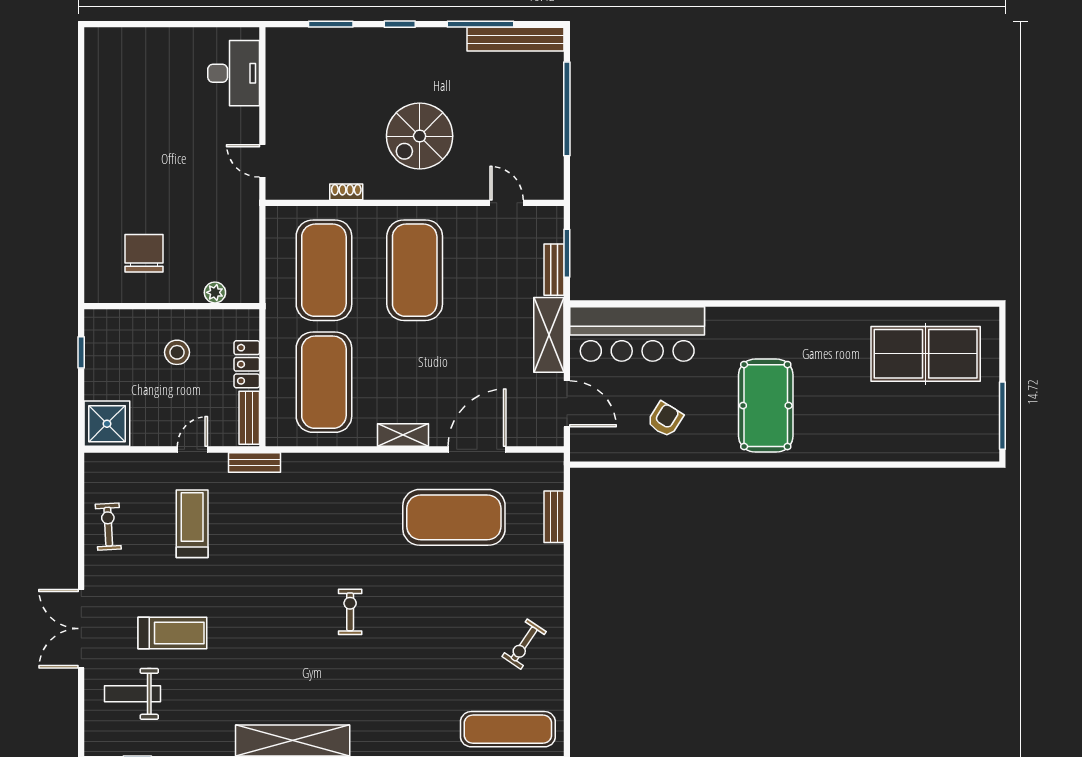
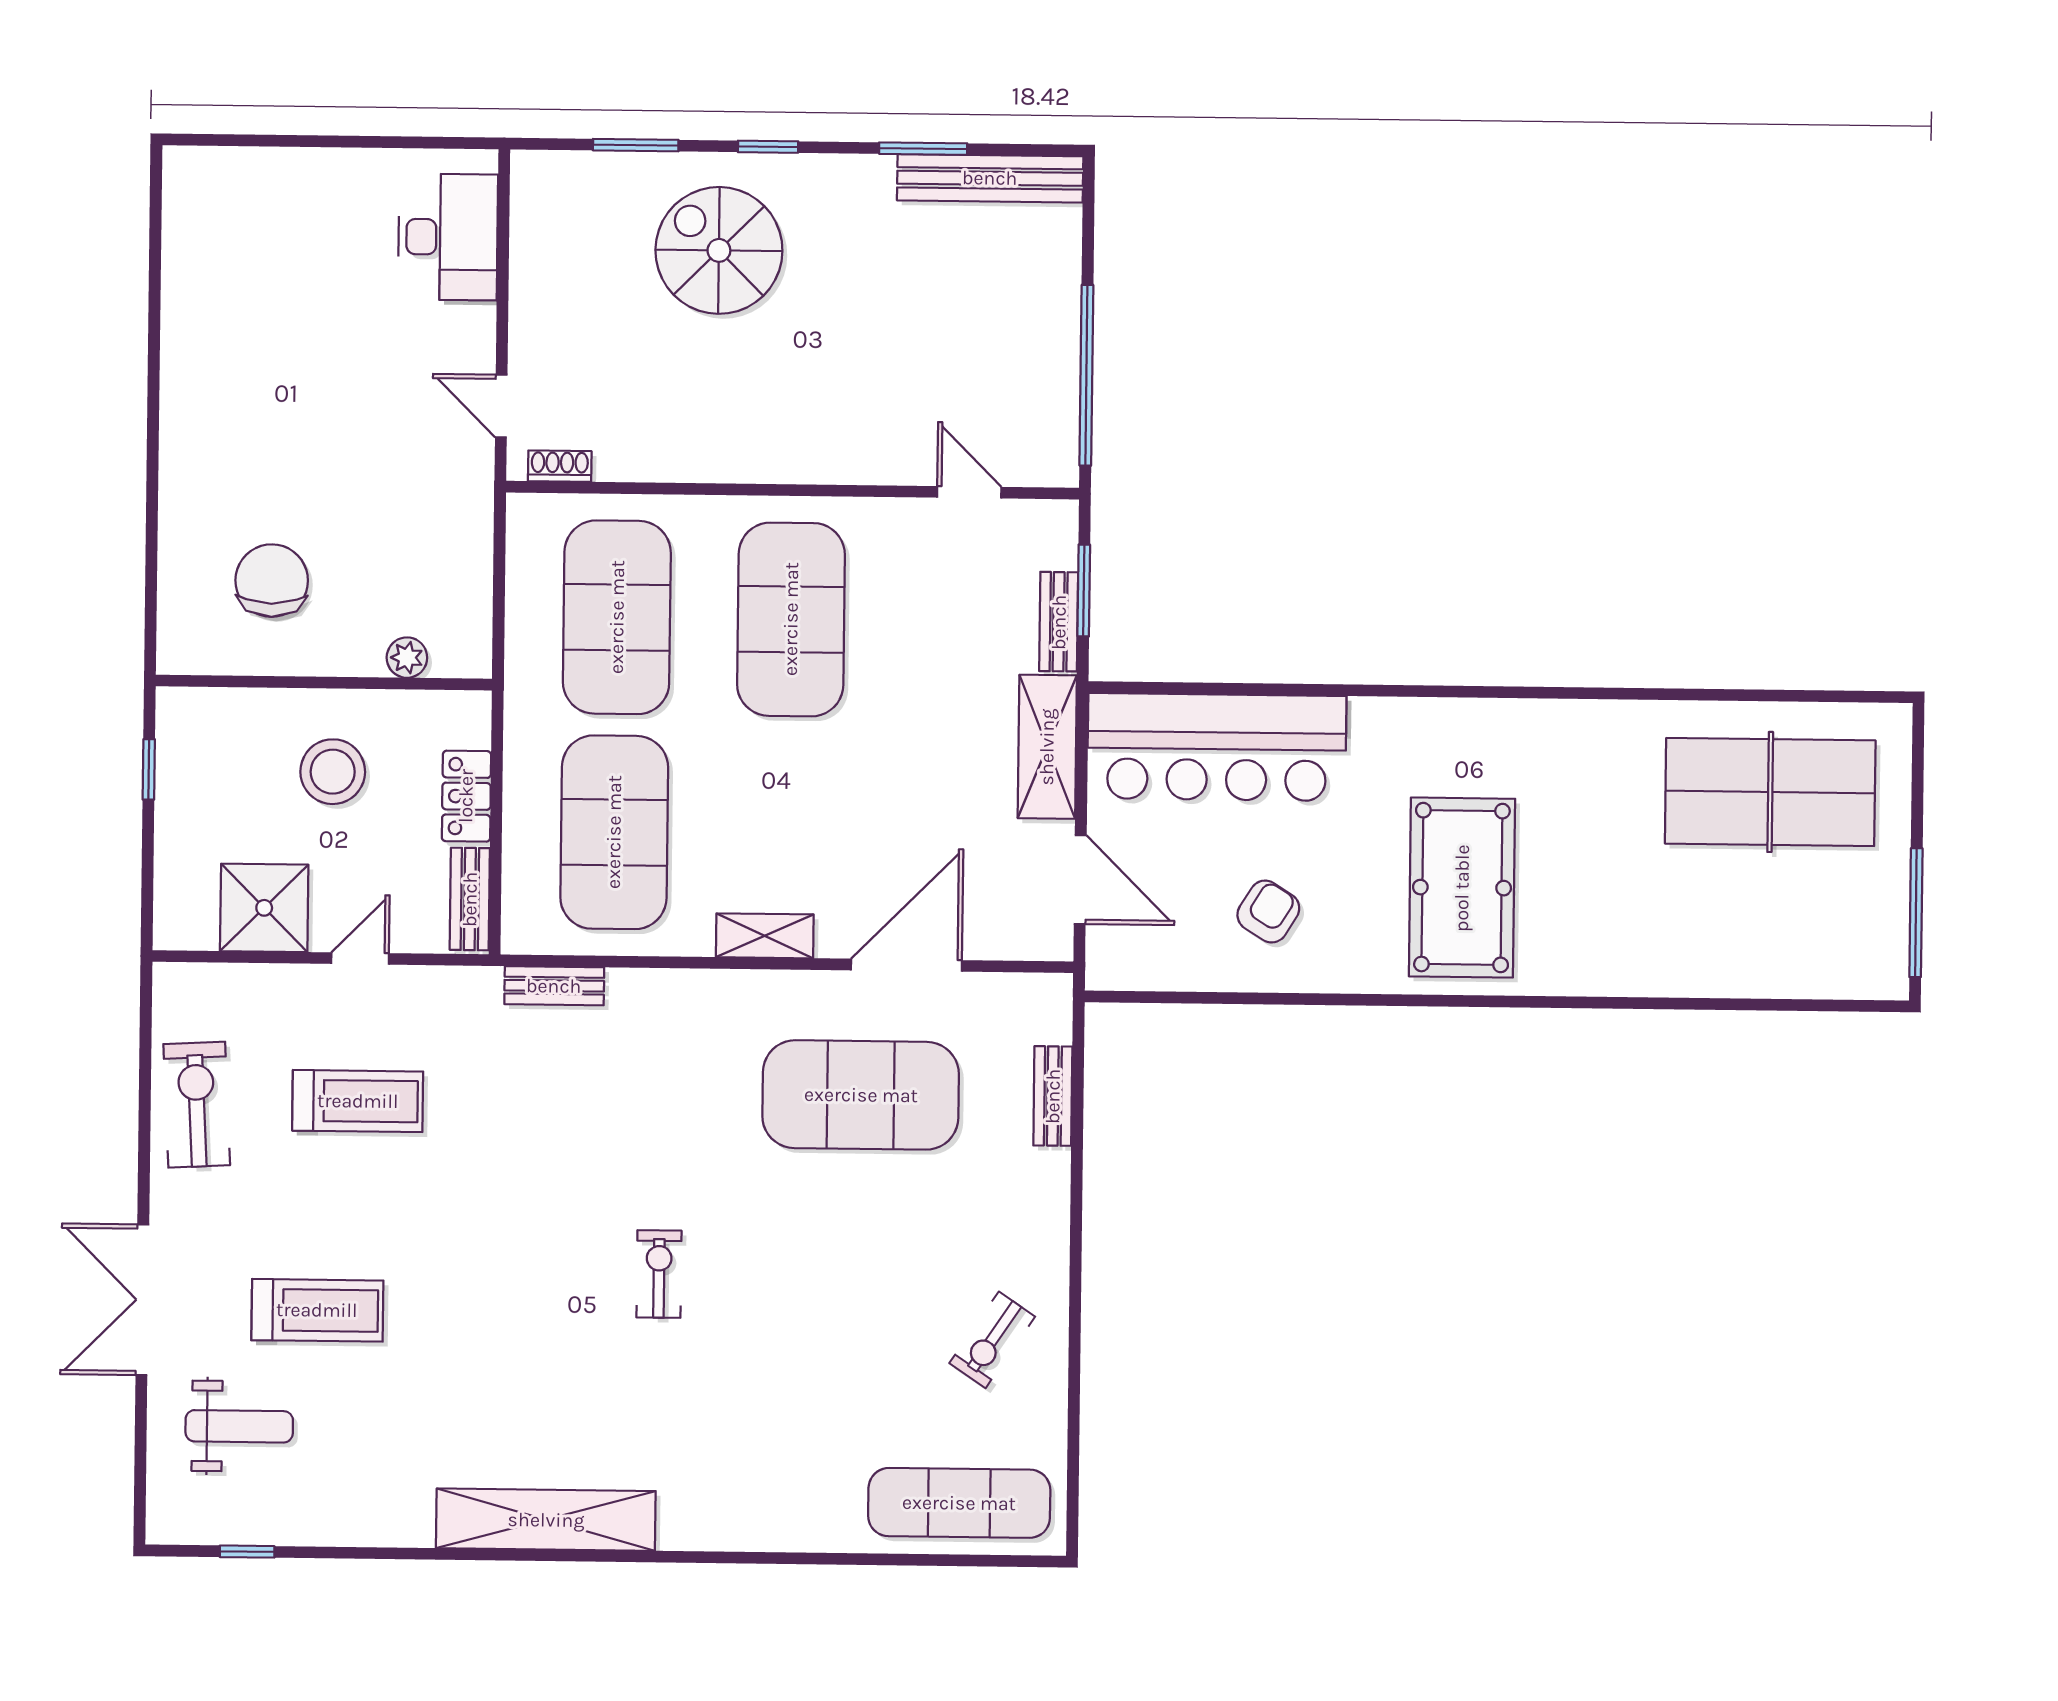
window: (480, 24) -> (923, 149), width x0.69
window: (567, 109) -> (1086, 375), moved
spiral stairs: (420, 136) -> (719, 250), moved, turned 90
shoe rack: (346, 192) -> (560, 466), moved
stool: (177, 352) -> (333, 772), width x1.38, depth x1.38
shower: (107, 424) -> (264, 908), moved
bench: (255, 462) -> (554, 986), moved
treadmill: (192, 524) -> (358, 1101), turned 90
exercise bike: (108, 527) -> (197, 1105), width x1.38, depth x1.39
weight bench: (132, 694) -> (239, 1426), turned 180

